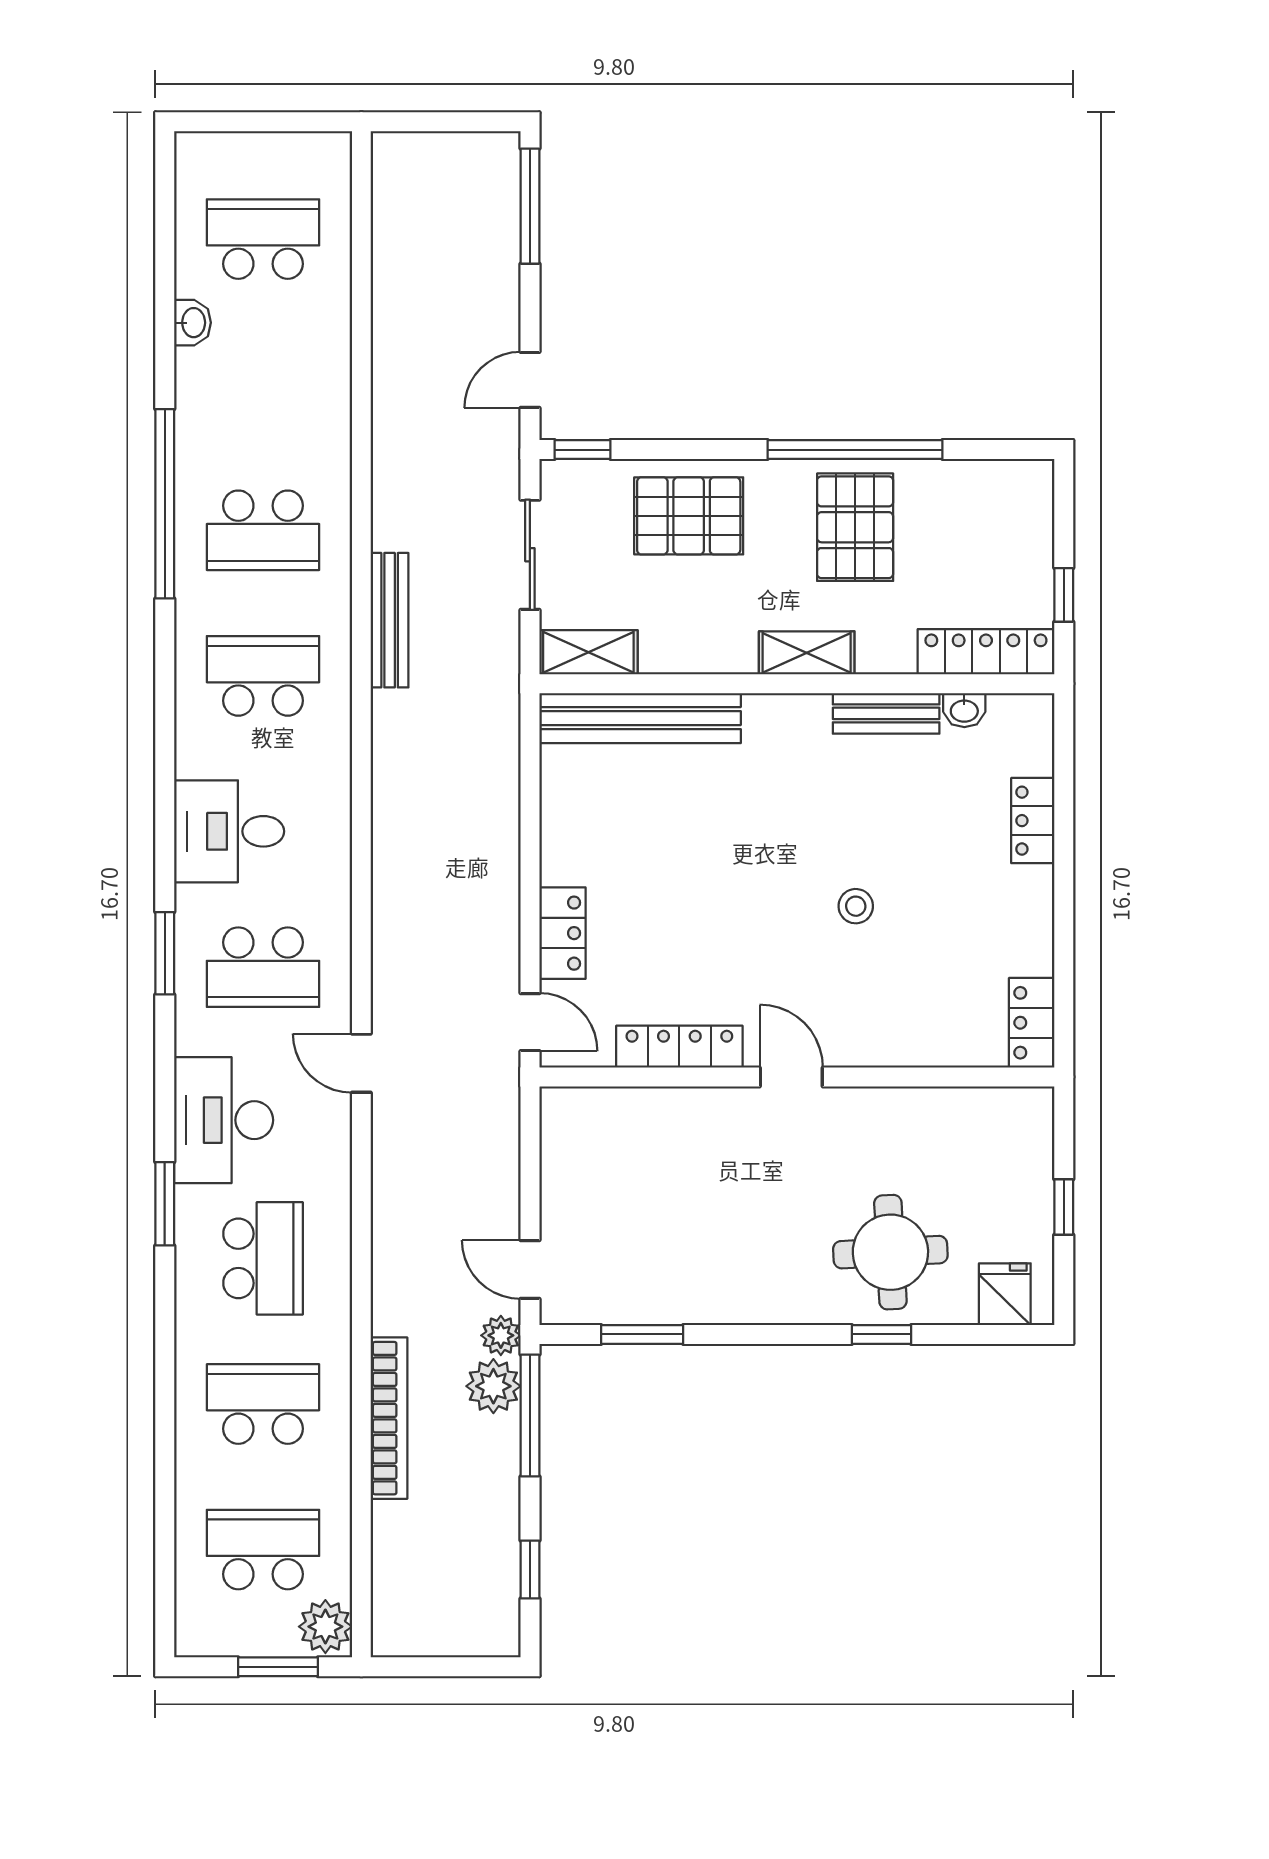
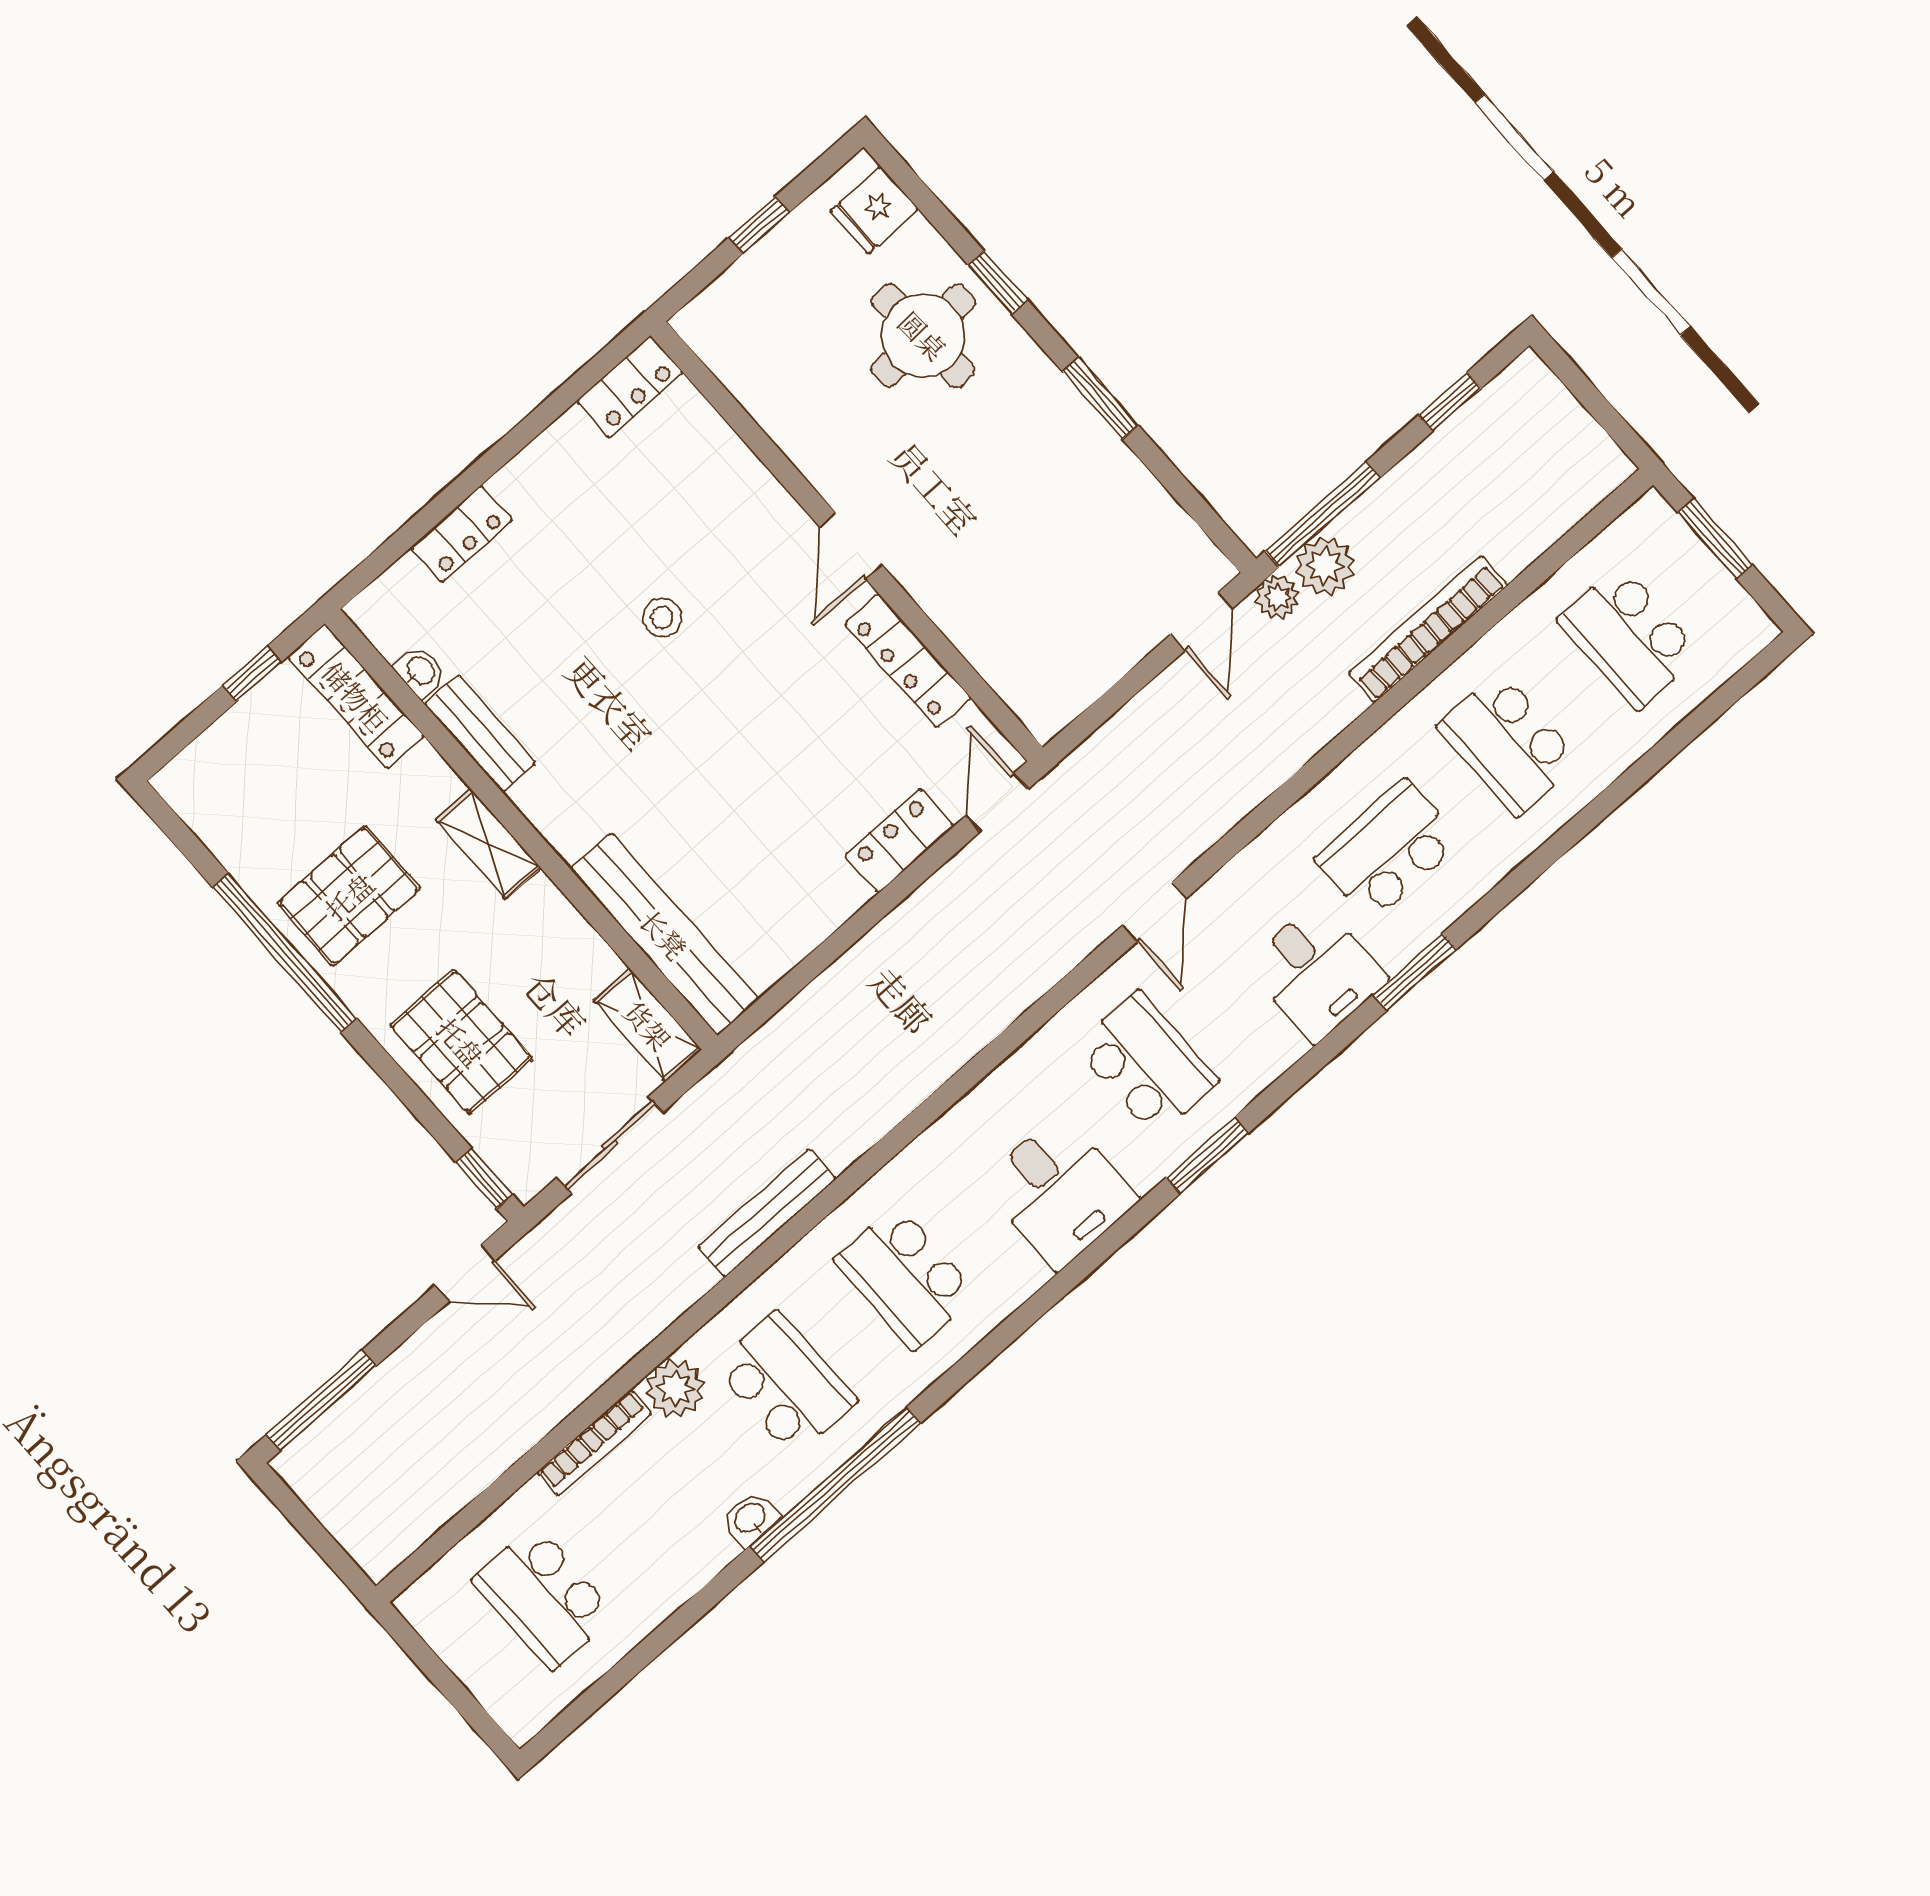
washbasin: (193, 323) -> (750, 1518), moved
bookcase: (337, 366) -> (594, 1443), added
desk: (224, 1120) -> (1317, 972), width x0.73
window: (642, 1334) -> (1100, 398), moved
plant: (325, 1627) -> (676, 1389), moved

